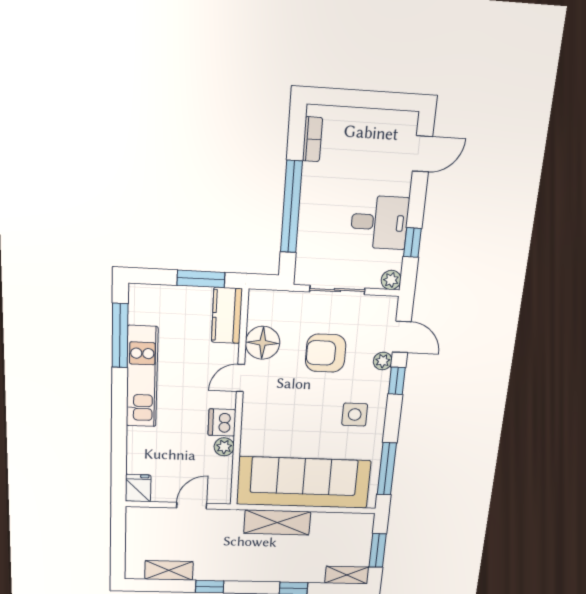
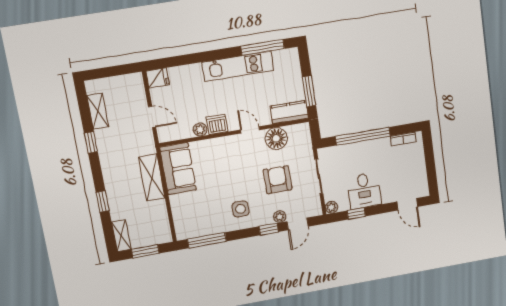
sofa: (304, 483) -> (178, 169), width x0.54, depth x0.79

